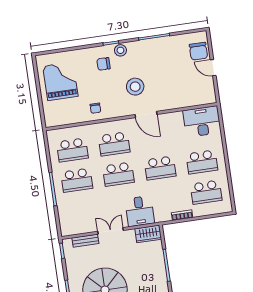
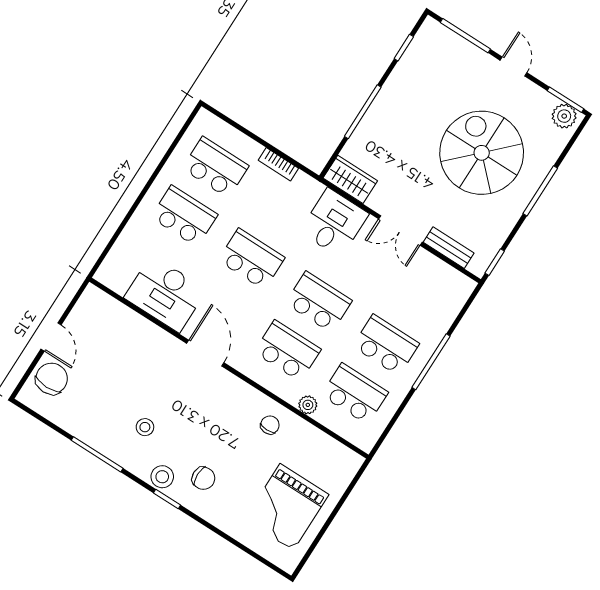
stool: (135, 87) -> (145, 427), moved, width x0.53, depth x0.53
desk: (202, 122) -> (165, 294), moved
plant: (87, 129) -> (308, 405), added

